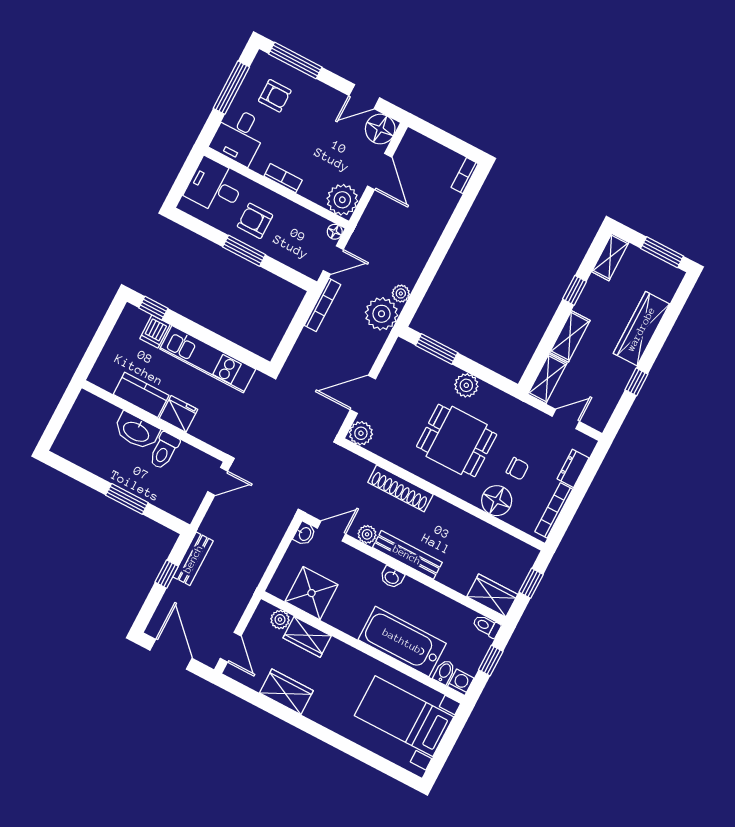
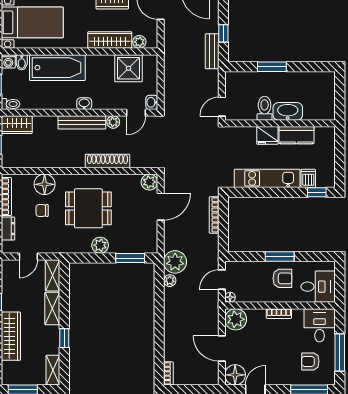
bookcase: (323, 305) -> (214, 215), moved
wardrobe: (307, 637) -> (110, 40), width x1.50

